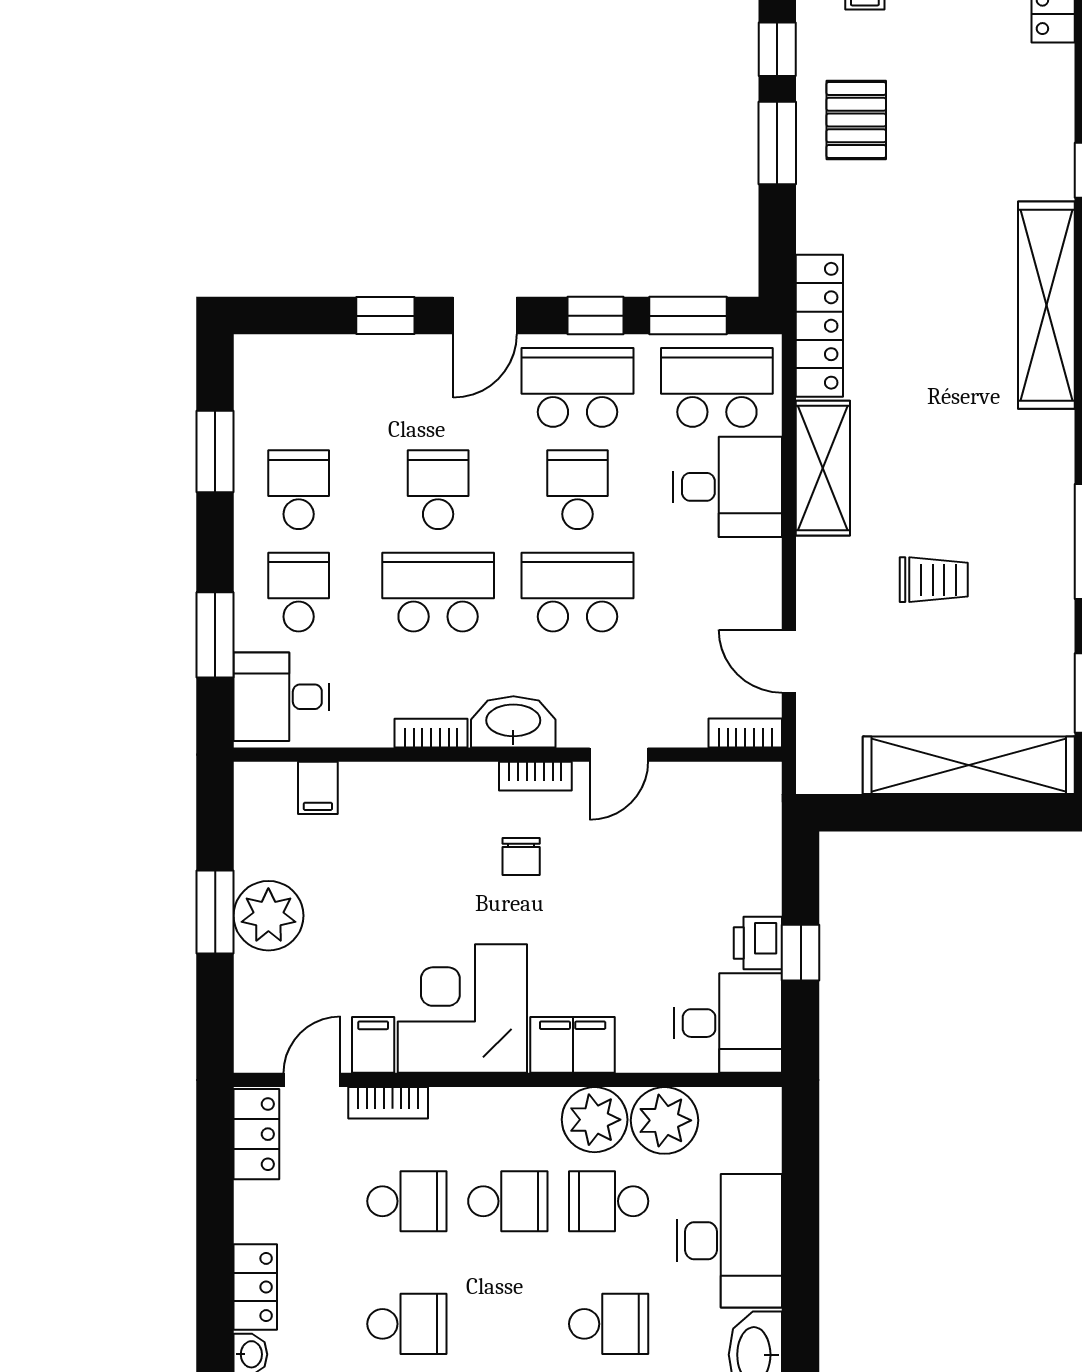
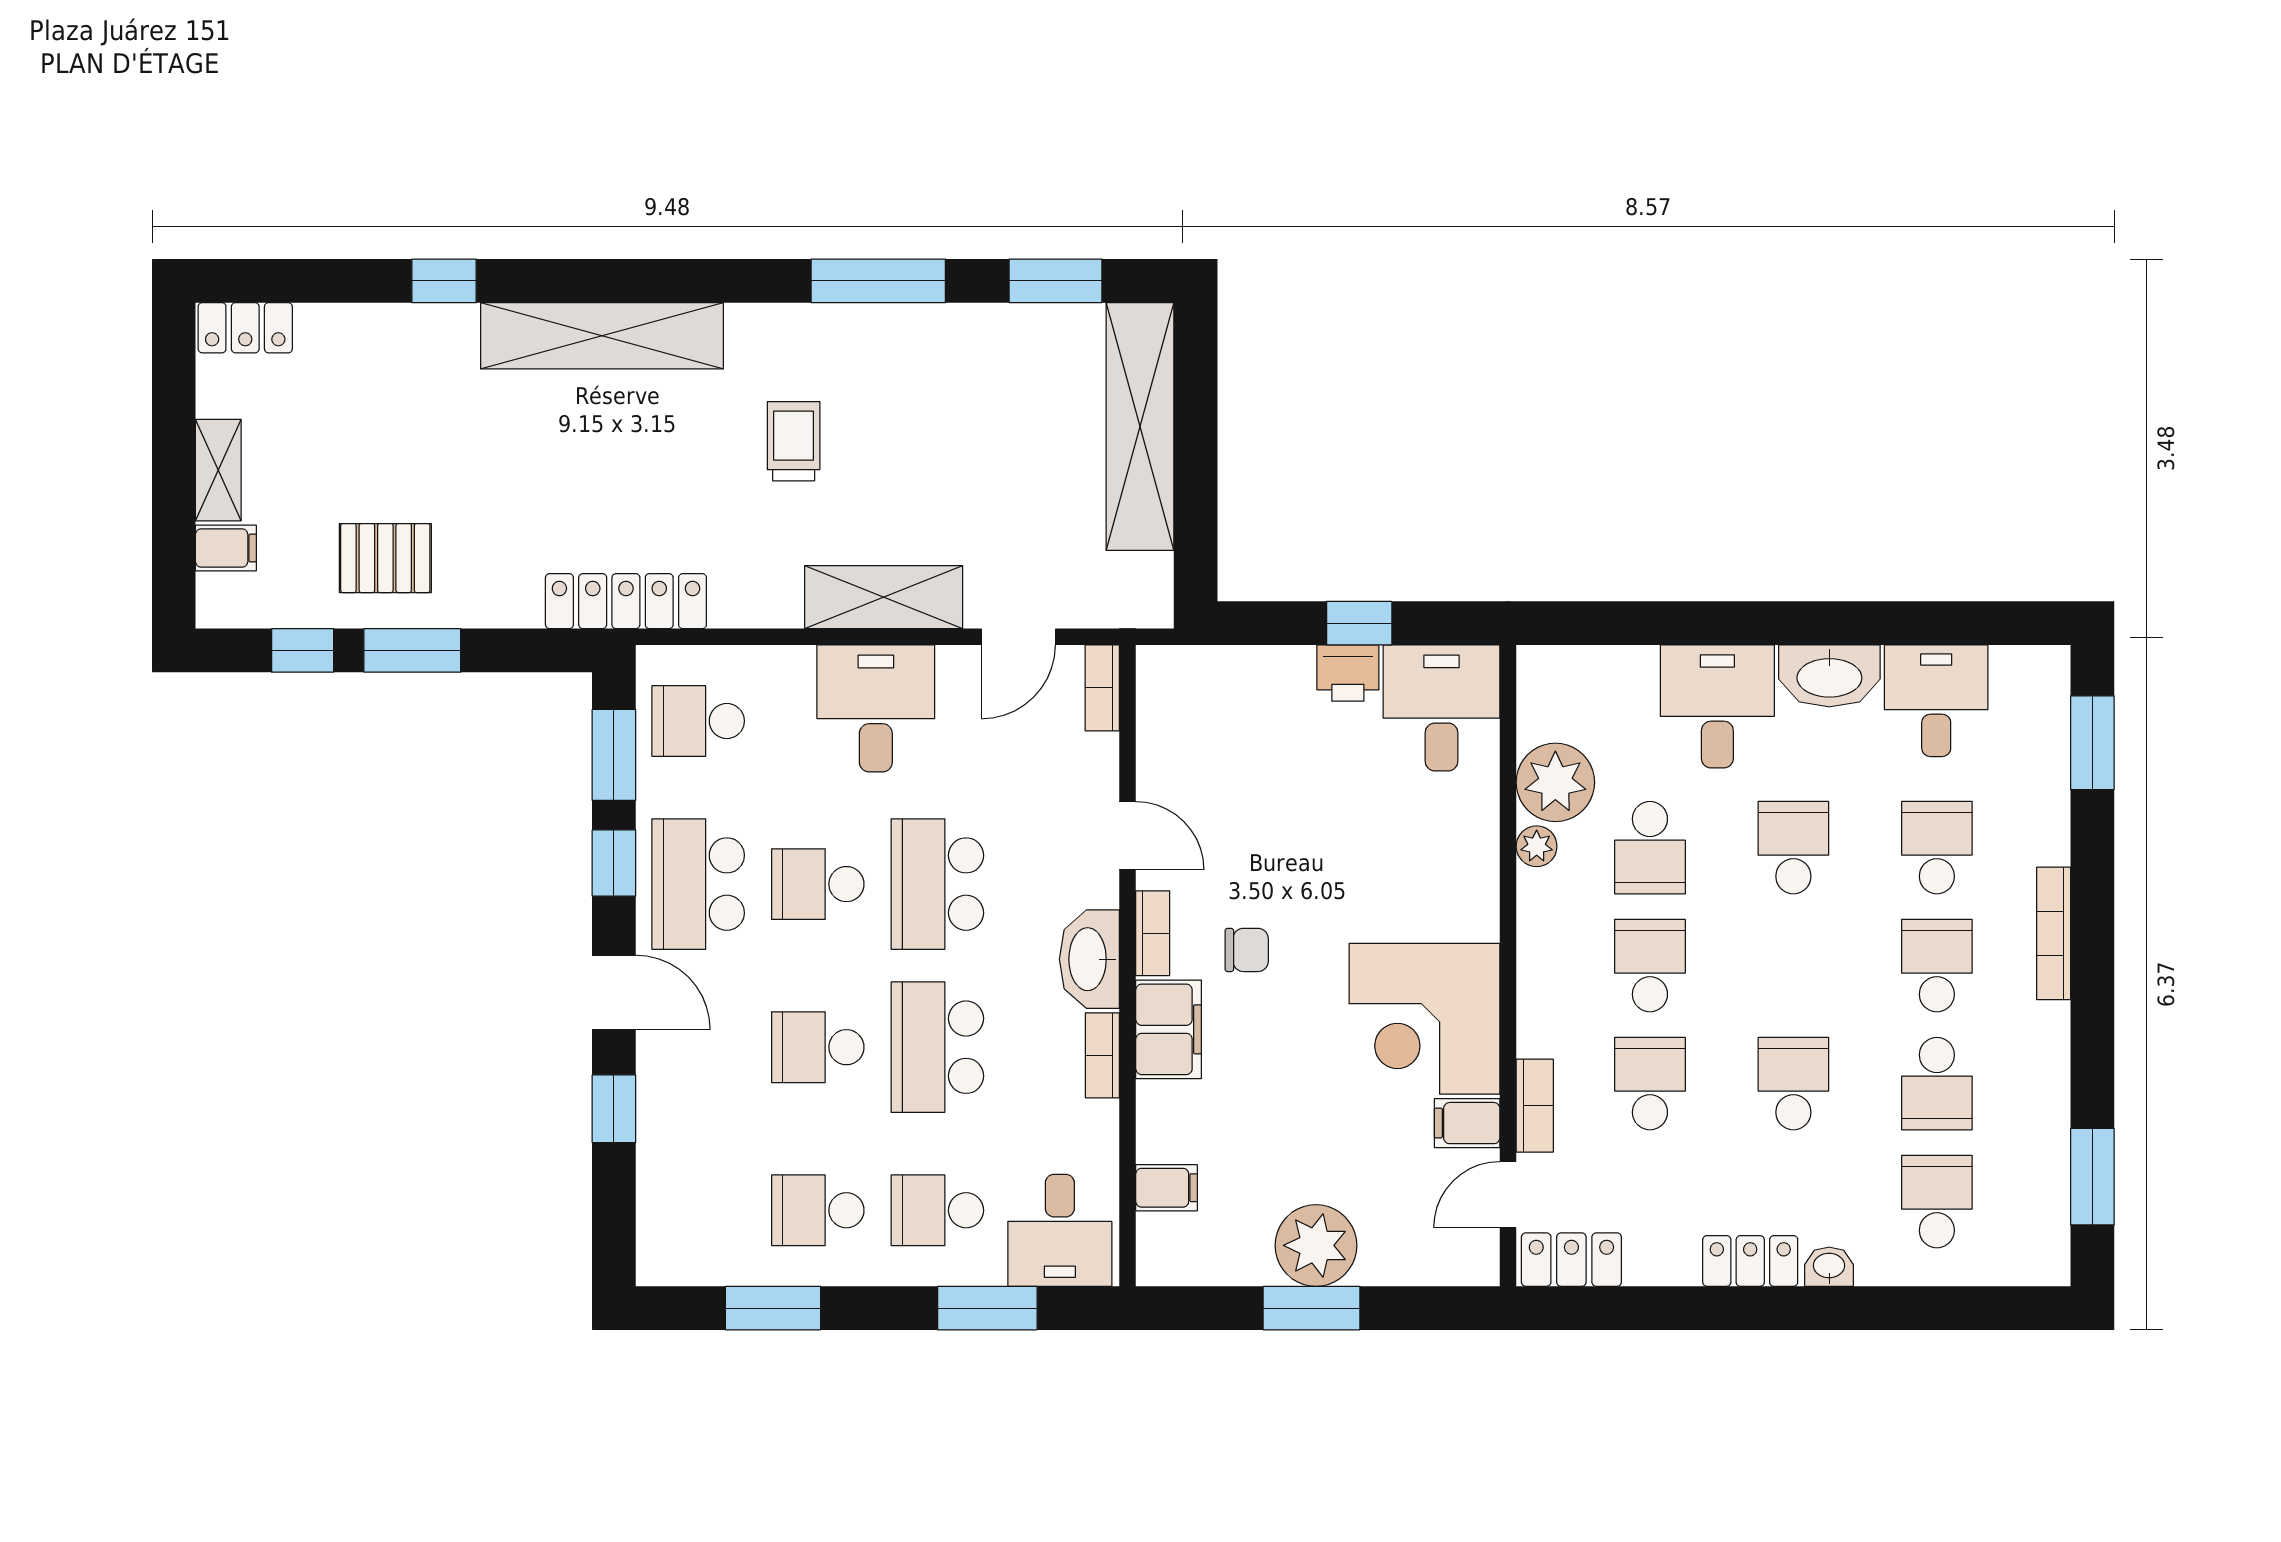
school desk: (717, 387) -> (698, 721), width x0.54
shelving: (823, 468) -> (884, 597), moved
desk: (728, 487) -> (876, 708), moved
trolley: (934, 580) -> (794, 441), moved
filing cabinet: (573, 1045) -> (1169, 1029), moved, turned 180
door: (312, 1080) -> (1508, 1195), hinge flipped
plant: (595, 1120) -> (1537, 846), width x0.53, depth x0.53
desk: (729, 1241) -> (1717, 706), width x0.73

